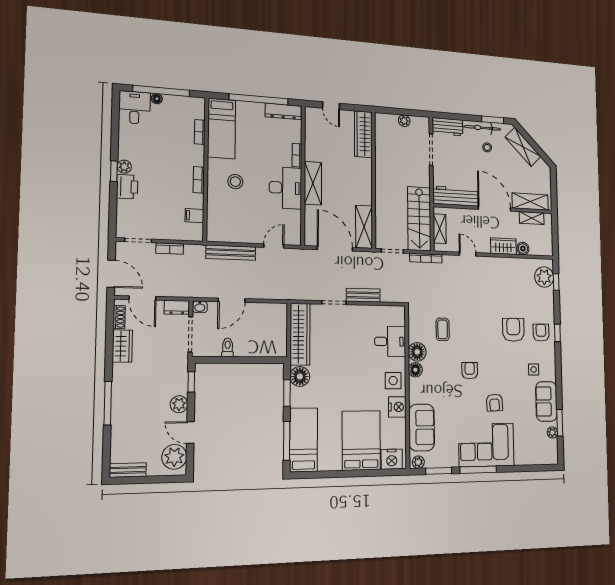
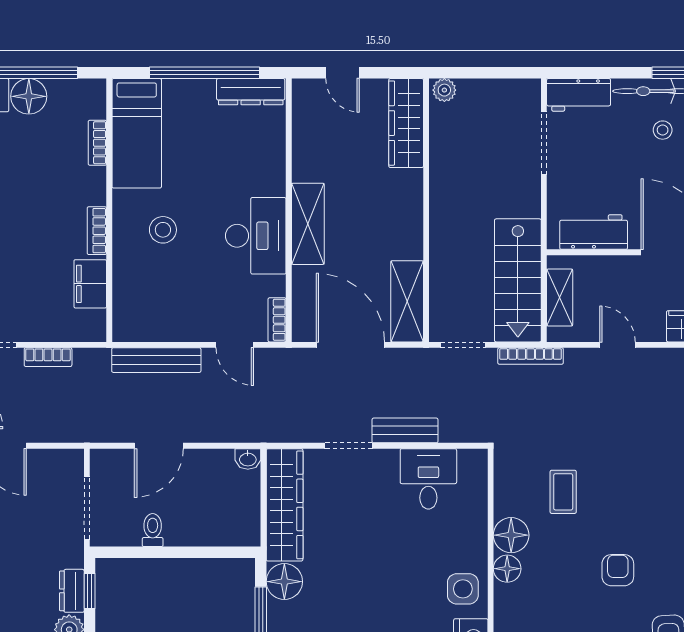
floor lamp: (157, 99) -> (29, 96), width x1.89, depth x1.89
plant: (404, 121) -> (444, 90), moved
bookcase: (297, 155) -> (277, 320), moved
workbench: (456, 196) -> (594, 232), width x0.73
filing cabinet: (194, 216) -> (90, 284), width x2.00
door: (274, 246) -> (235, 345), swing flipped
dresser: (177, 307) -> (72, 591), moved, turned 90
washbasin: (200, 307) -> (248, 459), moved
desk: (390, 341) -> (428, 479), moved, turned -90

